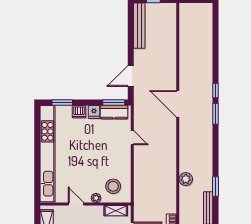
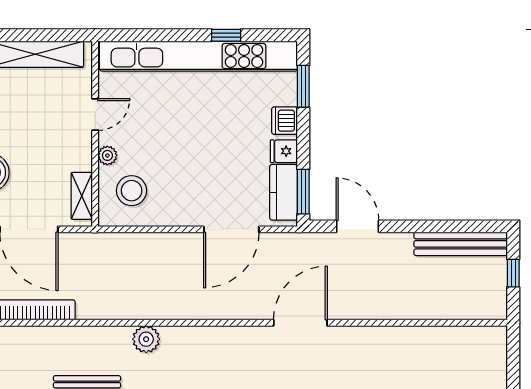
door: (132, 138) -> (231, 229), width x1.87
window: (37, 140) -> (226, 35), added

